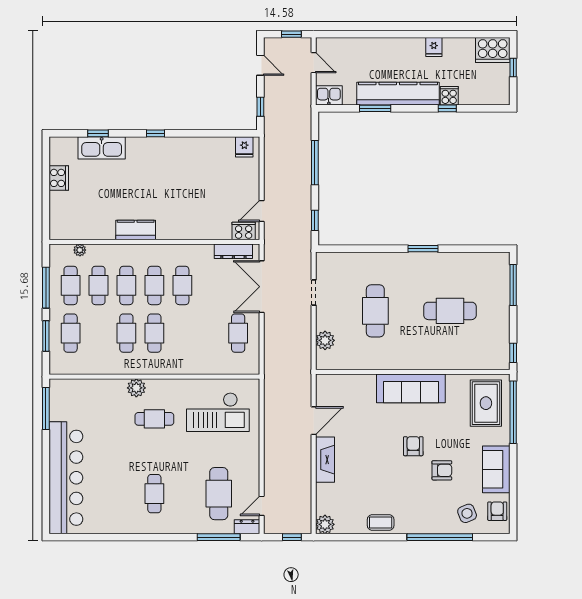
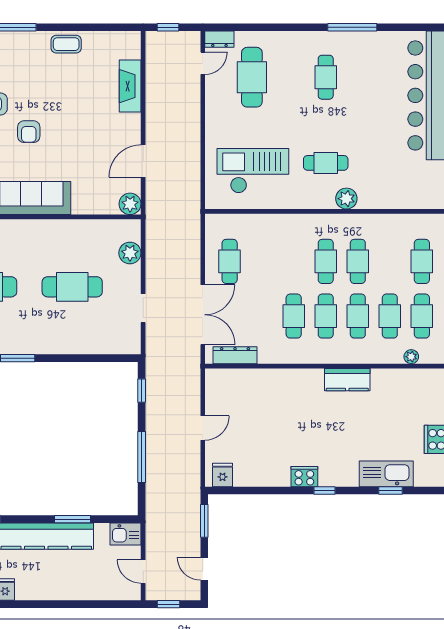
window: (260, 107) -> (204, 521), width x1.50
door: (262, 211) -> (203, 428), moved
cooker: (244, 231) -> (304, 477), moved, turned 180
cafe table: (375, 311) -> (72, 287), turned 90
fireplace: (325, 460) -> (130, 86), moved
plant: (325, 524) -> (130, 204), moved
window: (219, 537) -> (352, 27), moved

